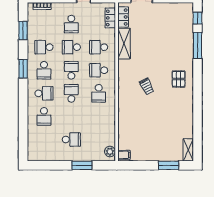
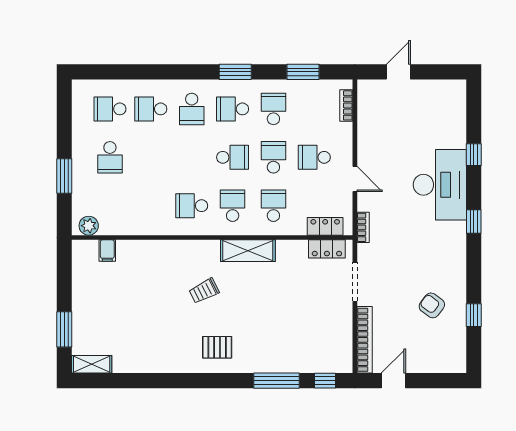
shelving: (124, 44) -> (248, 251), moved
school desk: (71, 93) -> (110, 109), moved, turned 180
filing cabinet: (124, 155) -> (107, 251), moved

